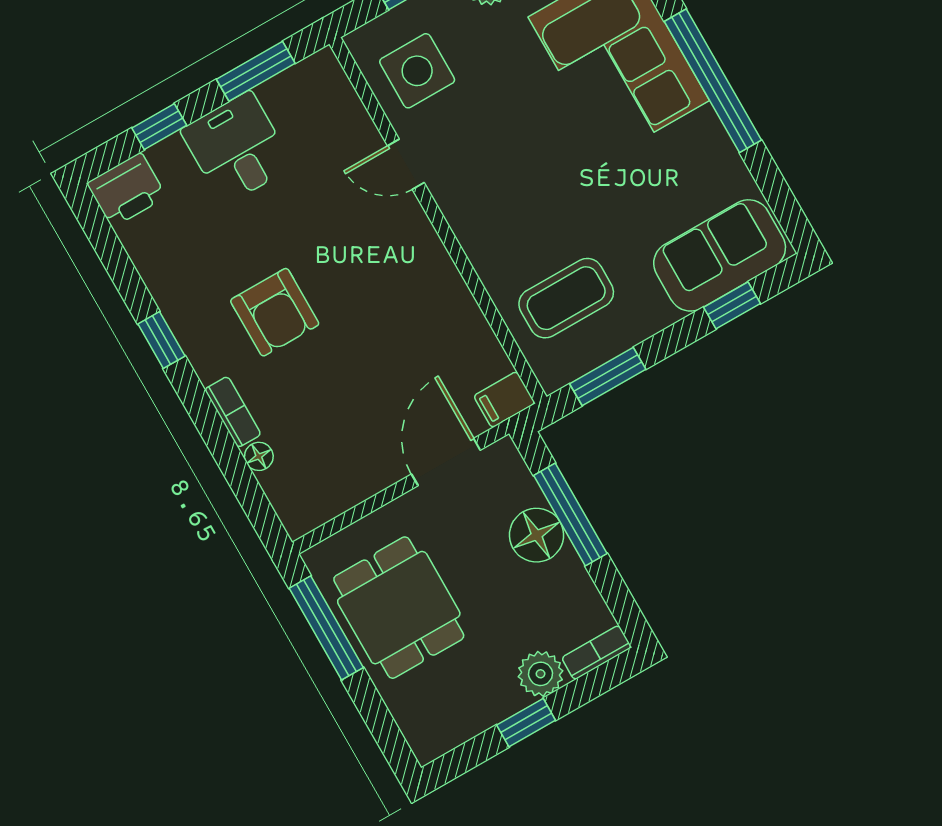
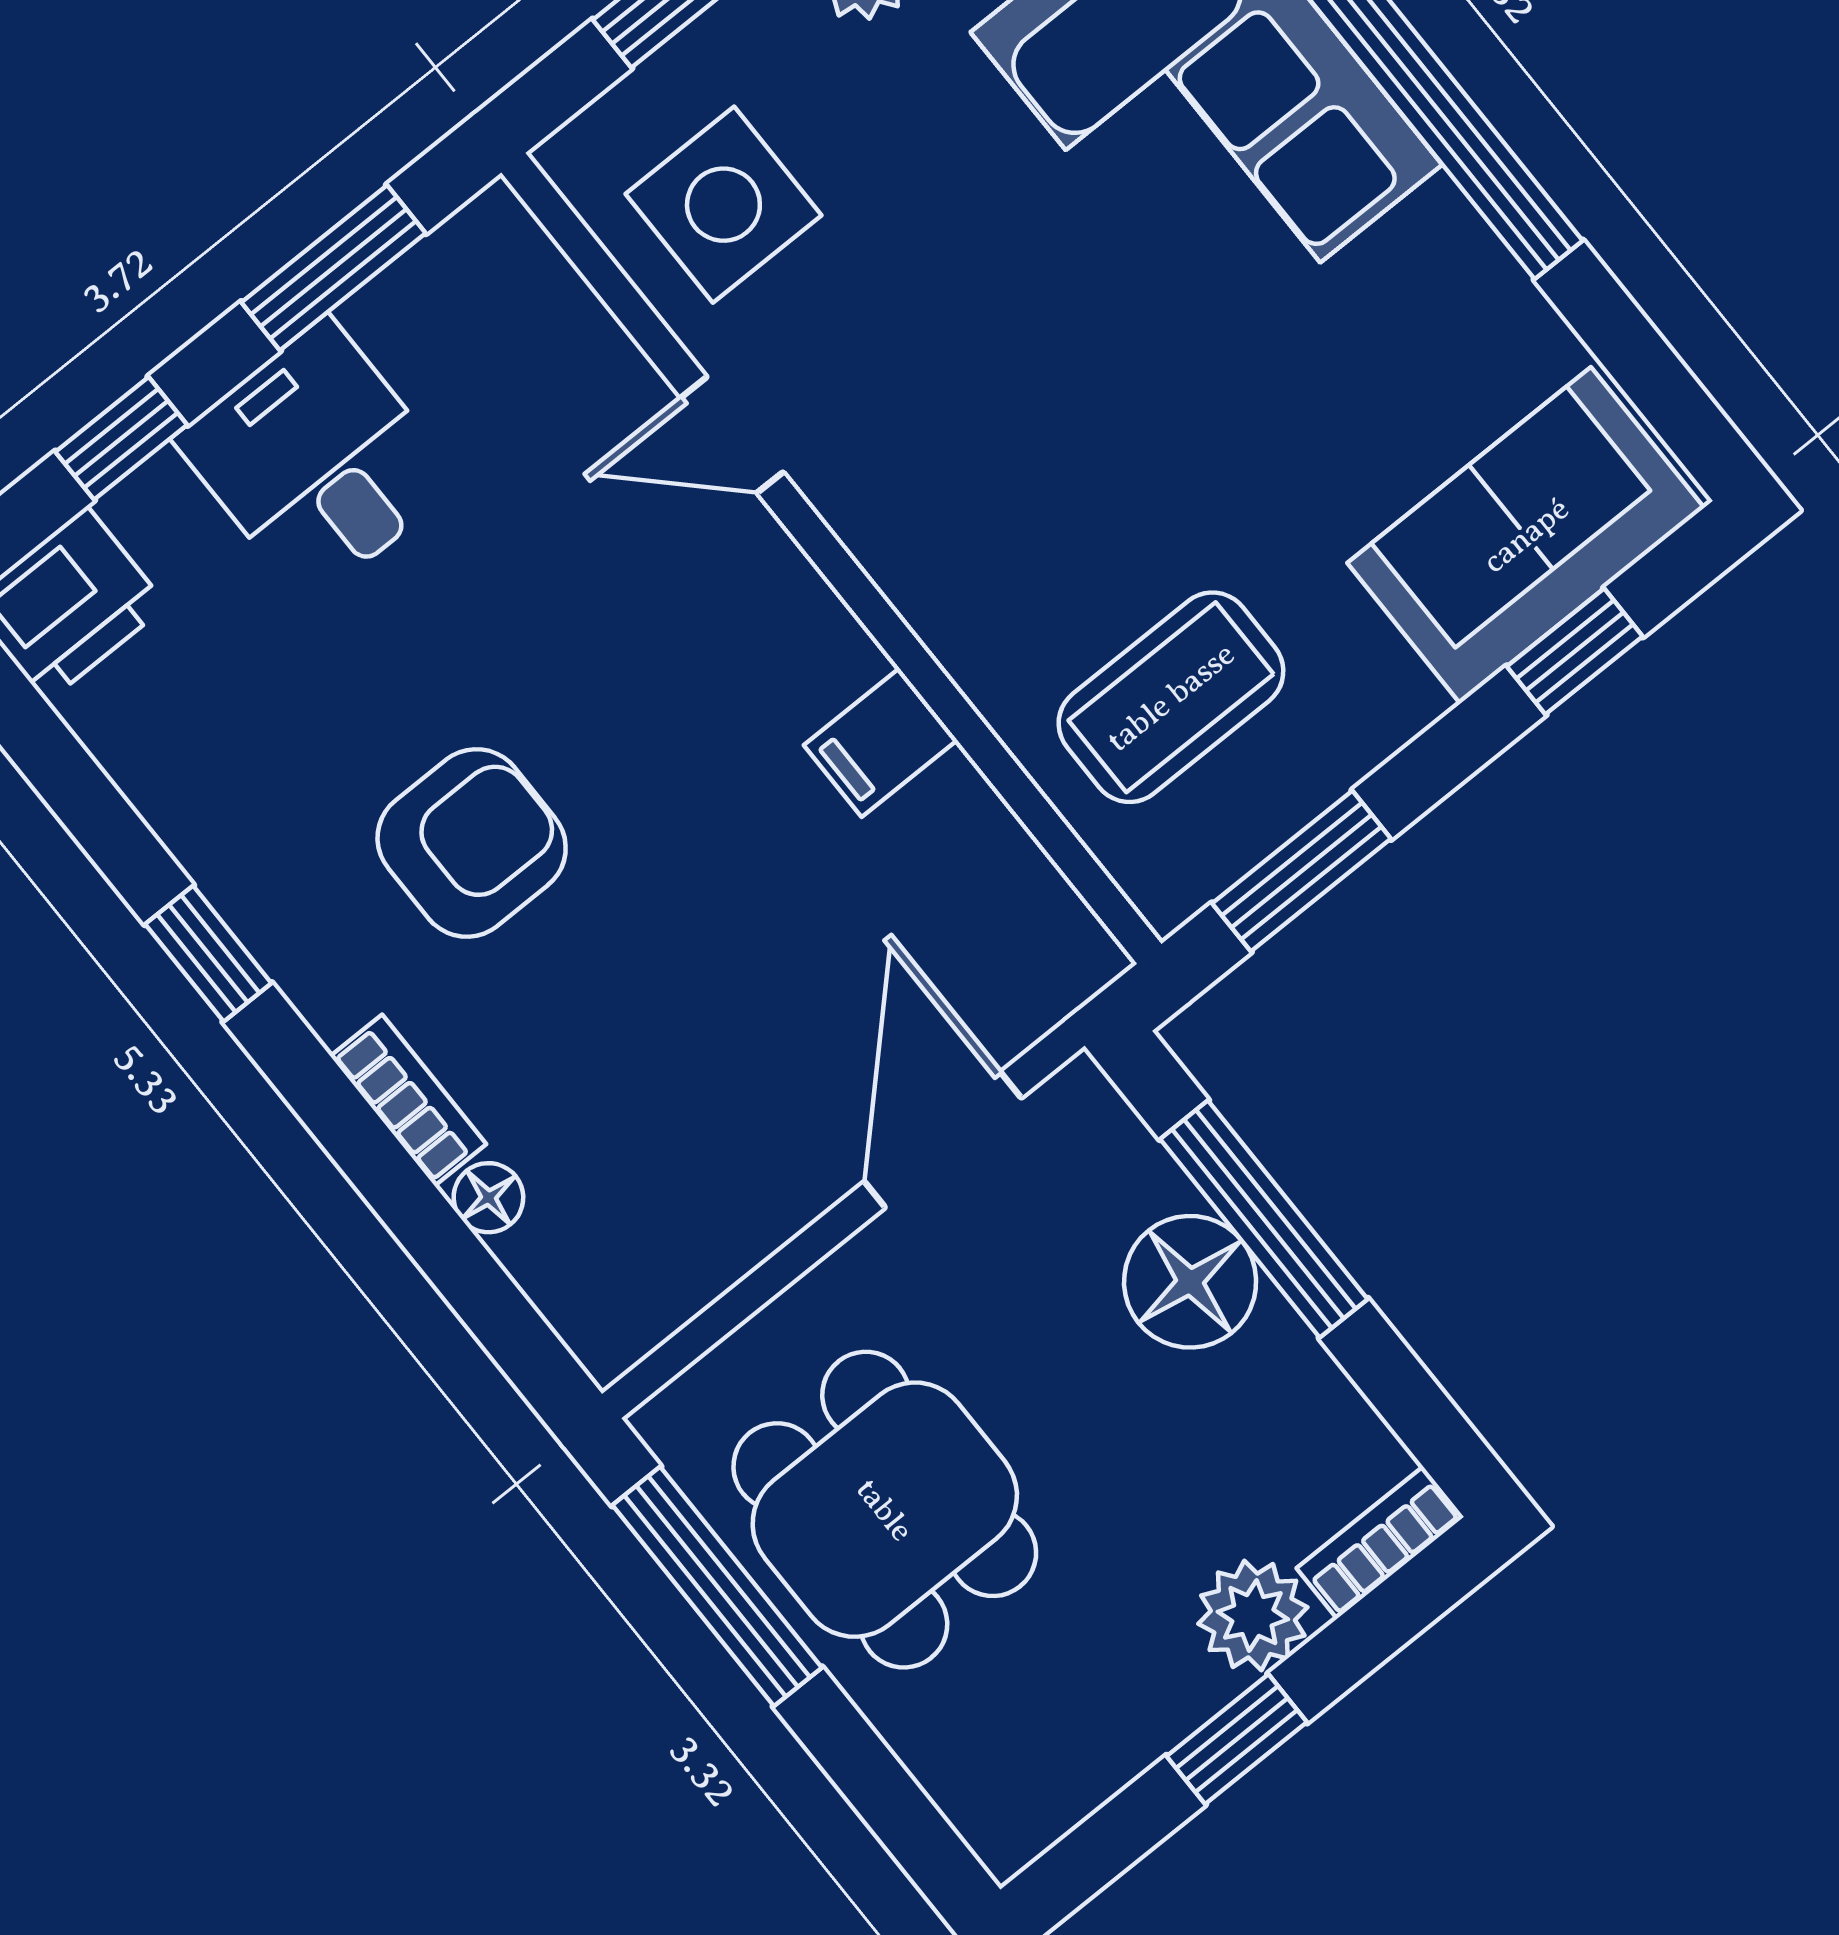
armchair: (275, 312) -> (472, 843), turned -90
filing cabinet: (504, 400) -> (881, 743), moved

